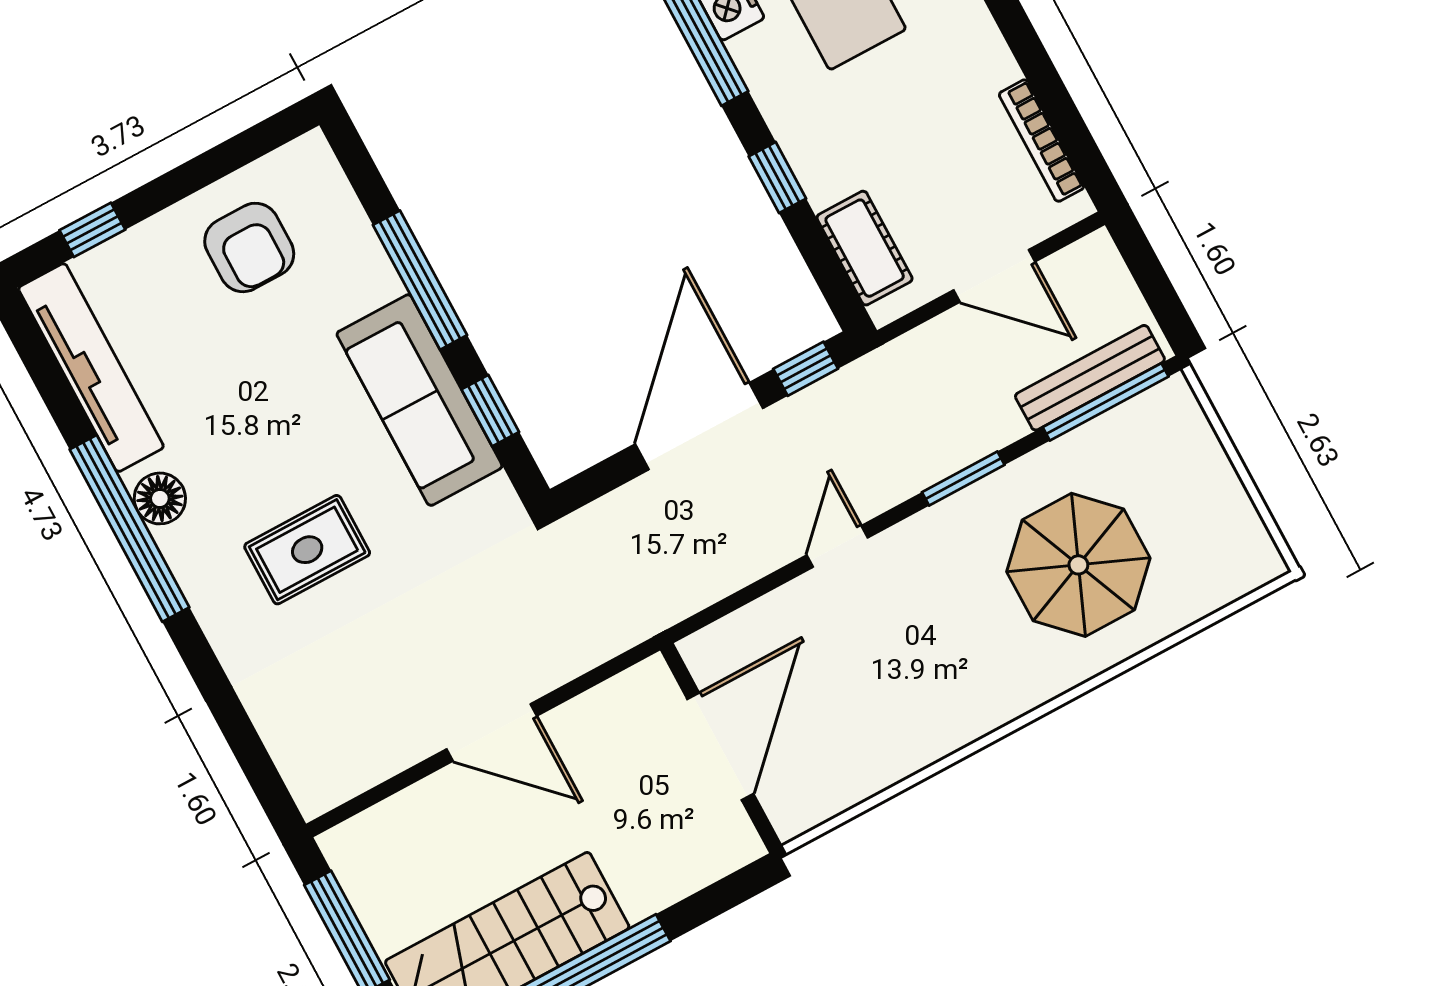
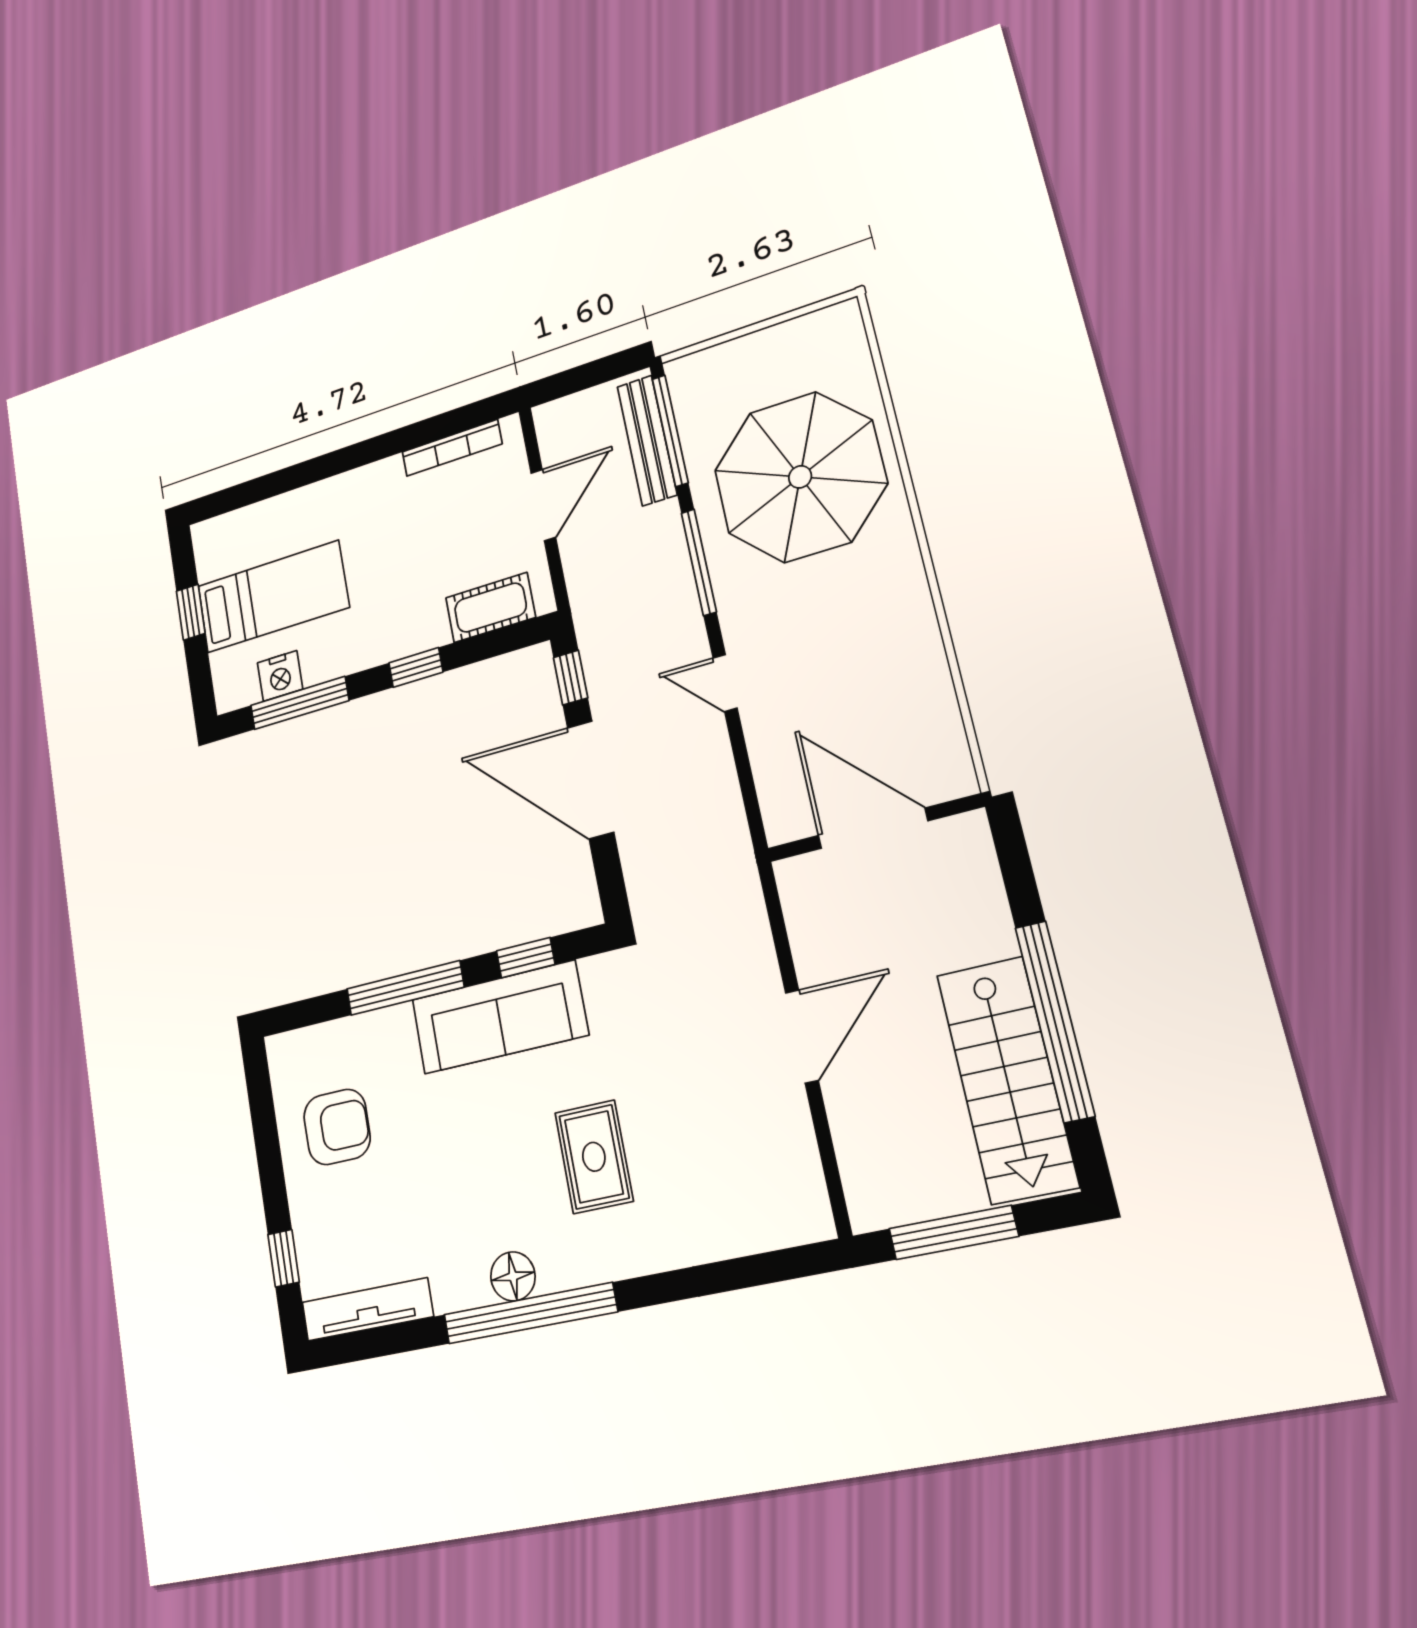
tv unit: (91, 368) -> (367, 1309), width x0.73, depth x0.78
window: (963, 479) -> (699, 562), width x1.44
parasol: (1078, 565) -> (800, 477), width x1.36, depth x1.36

